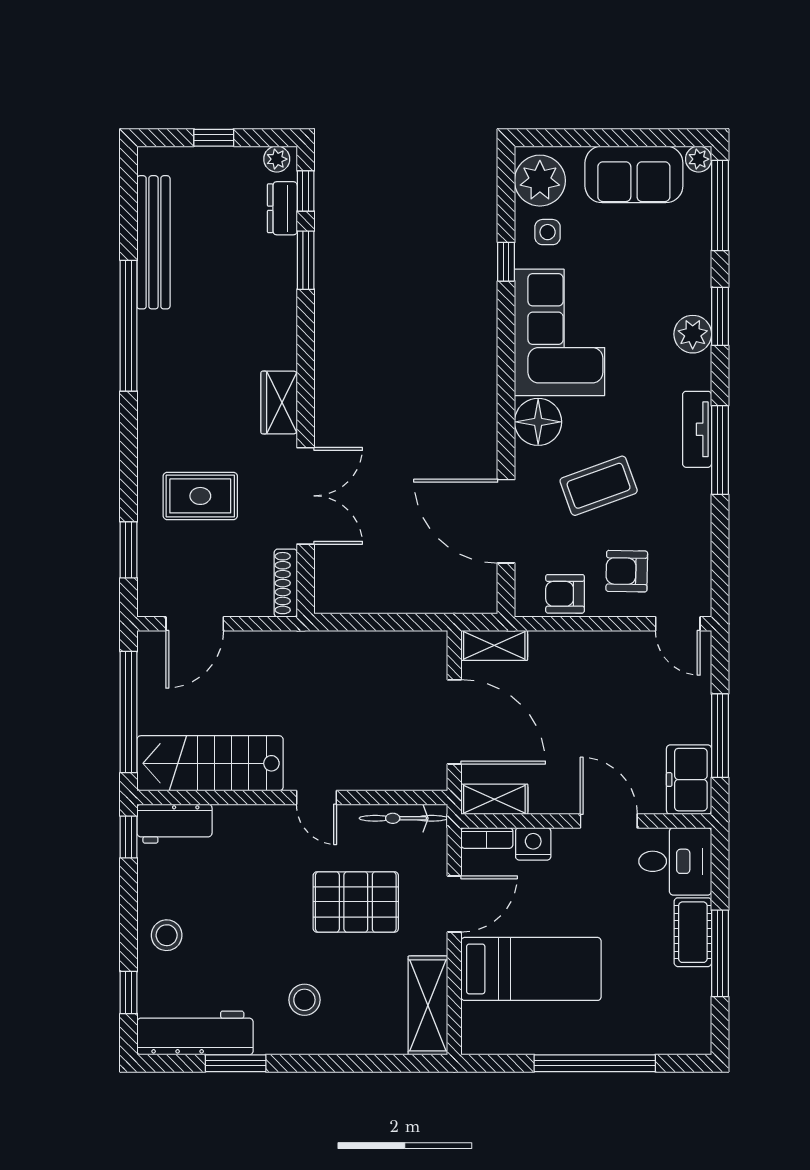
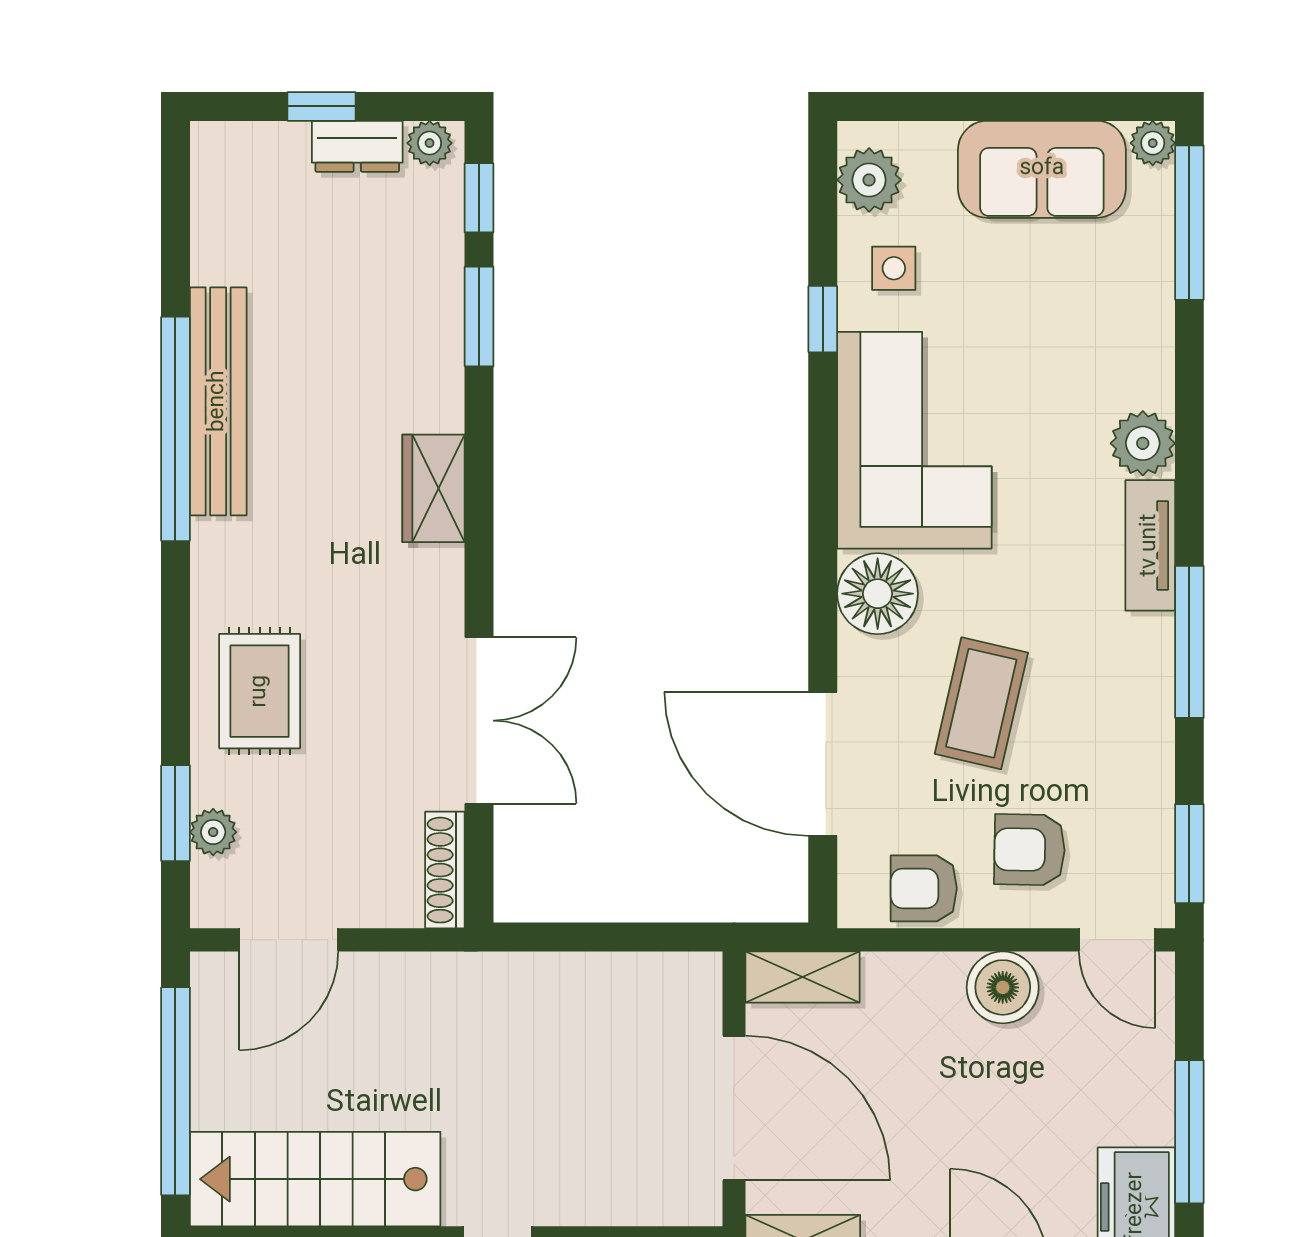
plant: (540, 181) -> (869, 180), width x0.73, depth x0.73
dresser: (282, 208) -> (357, 146), moved, turned -90
bench: (153, 242) -> (218, 401), moved
window: (720, 316) -> (1189, 854), moved
wardrobe: (279, 402) -> (434, 488), moved
tv unit: (697, 429) -> (1150, 545), moved
coffee table: (599, 486) -> (981, 703), turned -57
rug: (200, 496) -> (260, 691), moved, turned 90
plant: (151, 561) -> (213, 832), added
boiler: (611, 652) -> (1003, 987), added

